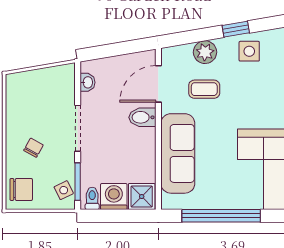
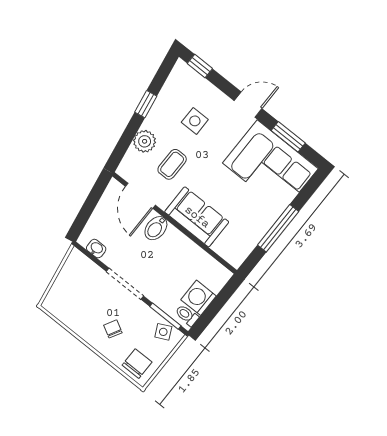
side table: (249, 51) -> (195, 121), moved
sofa: (178, 153) -> (197, 217), width x0.73
shower: (142, 197) -> (215, 277), removed
window: (221, 216) -> (278, 228), width x0.68

